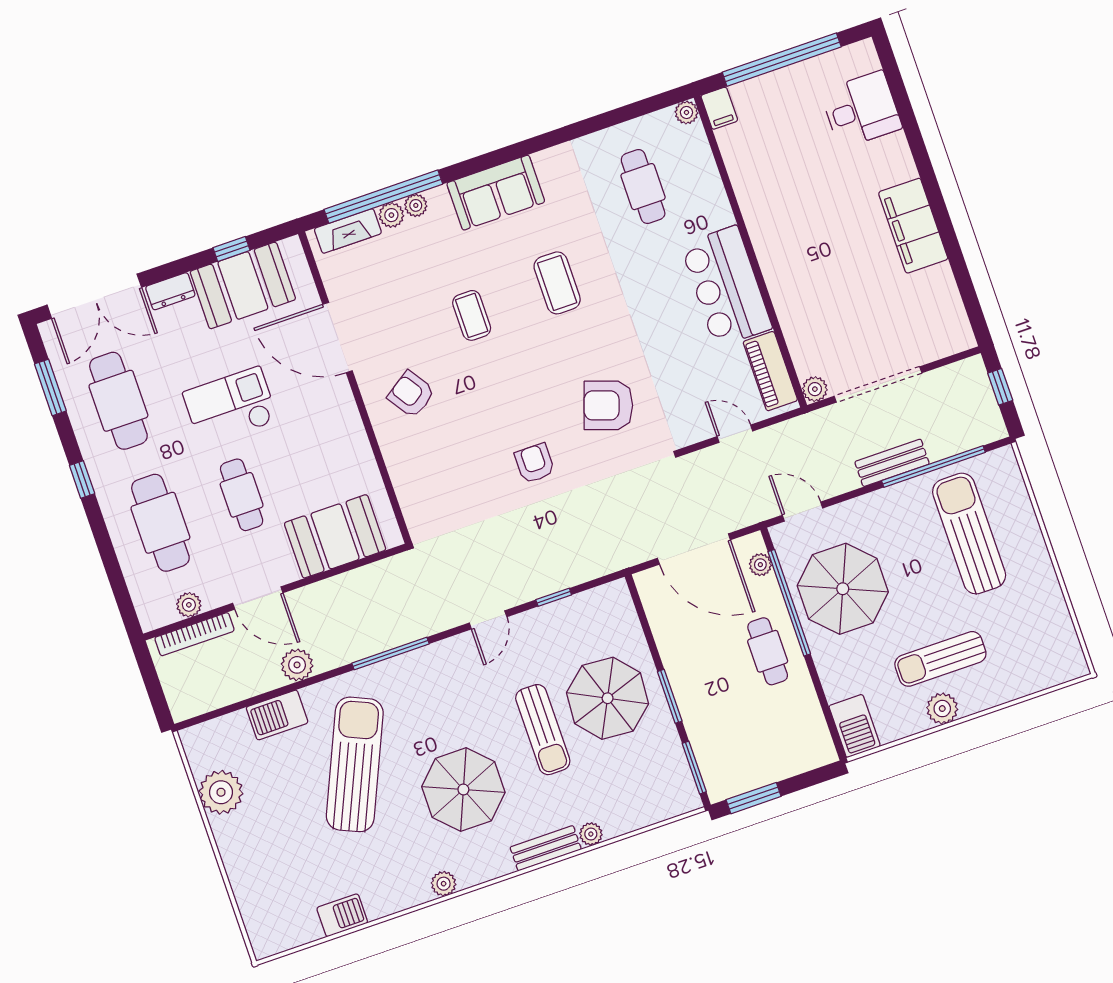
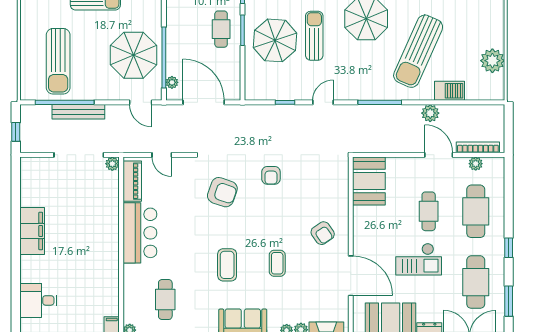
bench: (892, 463) -> (78, 112), width x1.36
booth: (335, 536) -> (369, 181), moved, turned 90
cafe table: (768, 651) -> (221, 29), moved

